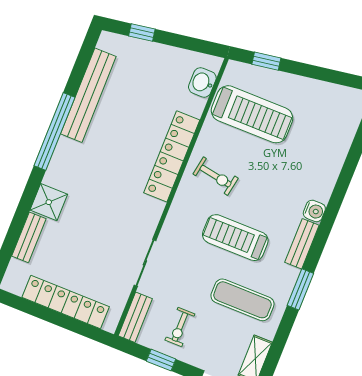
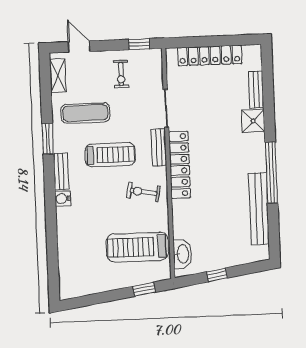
window: (142, 32) -> (217, 275), moved
washbasin: (202, 82) -> (182, 254), width x1.38
locker: (172, 156) -> (180, 165), moved
bench: (135, 317) -> (159, 148), moved
exercise bike: (180, 327) -> (121, 74), turned 180
window: (161, 360) -> (139, 44), moved

